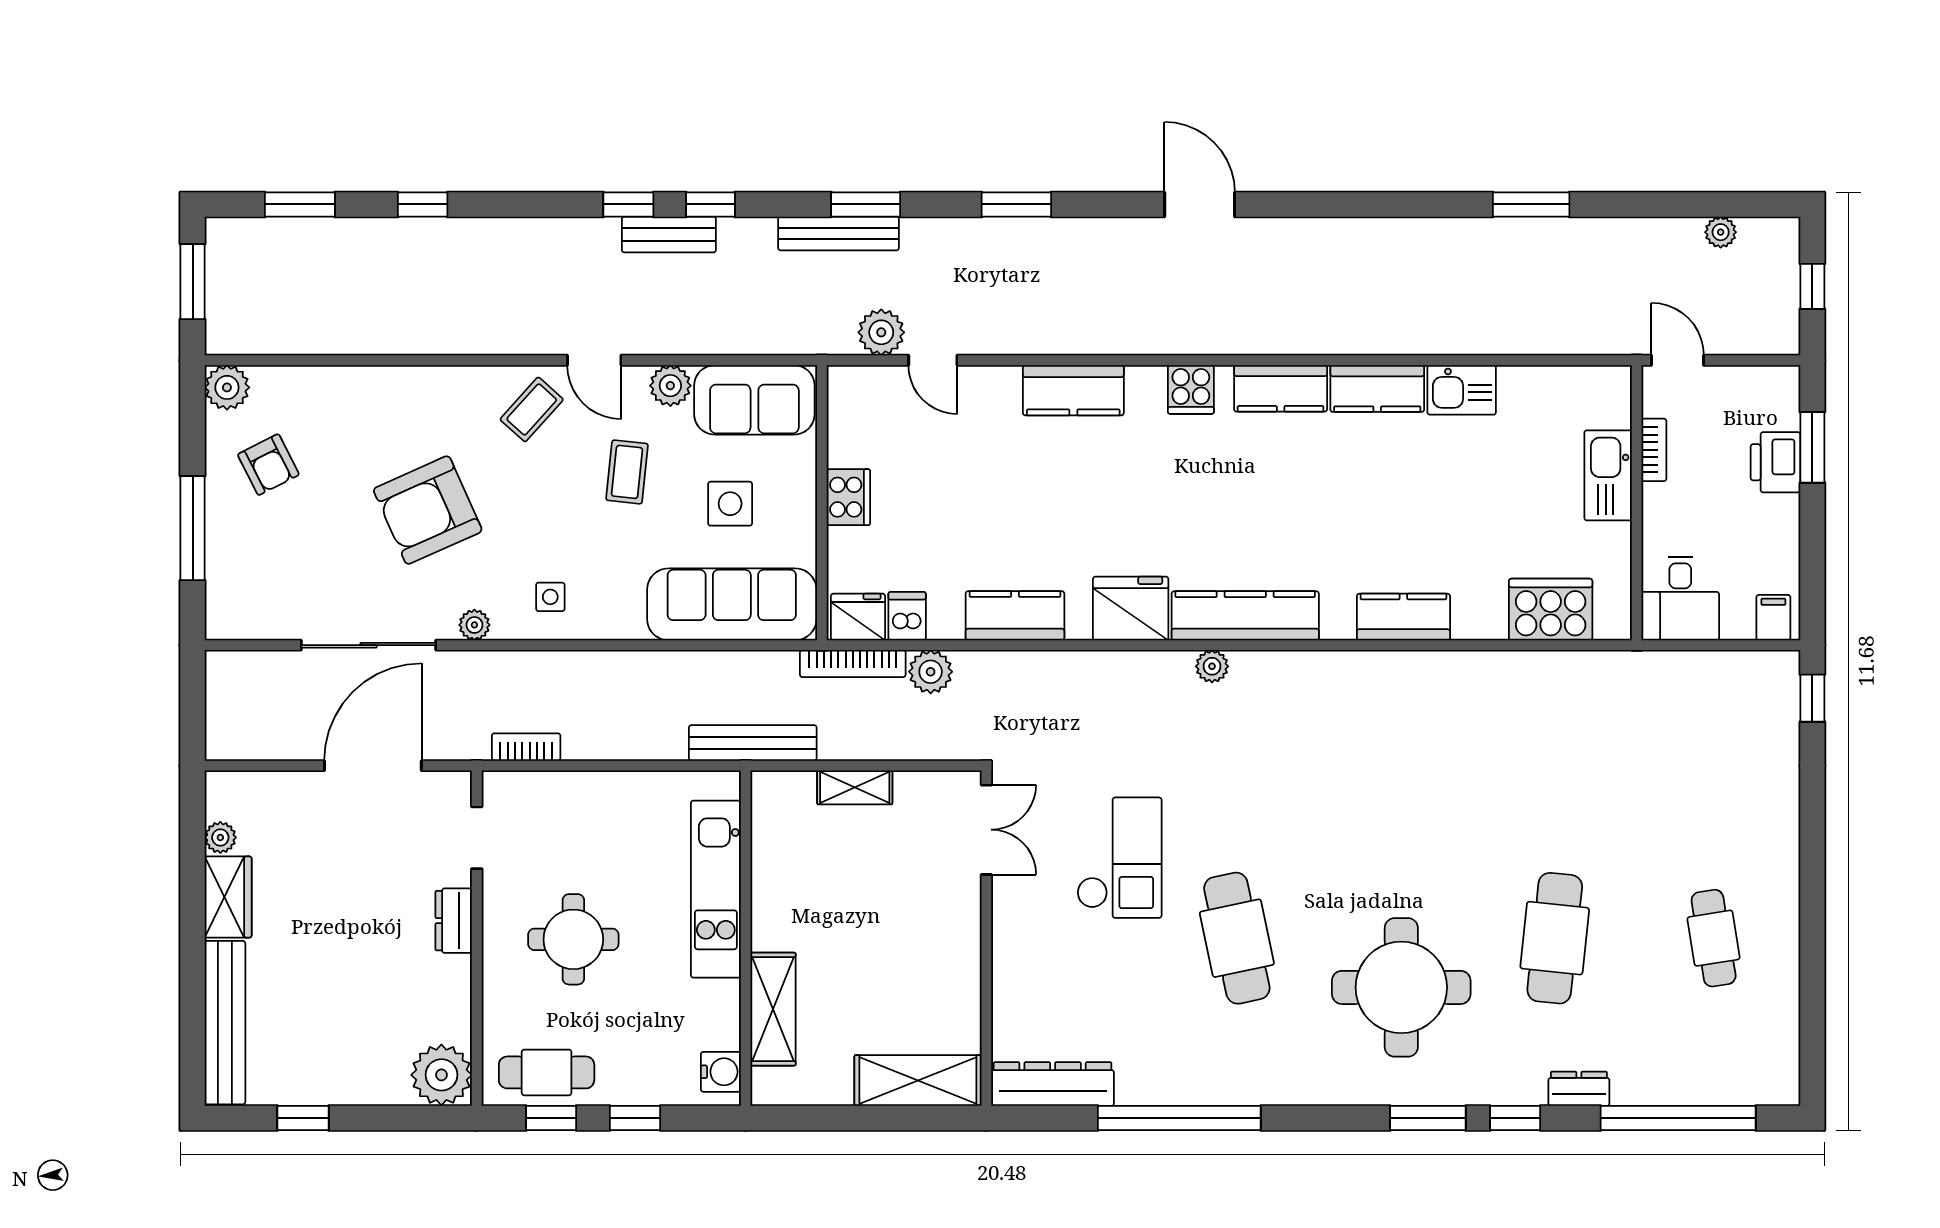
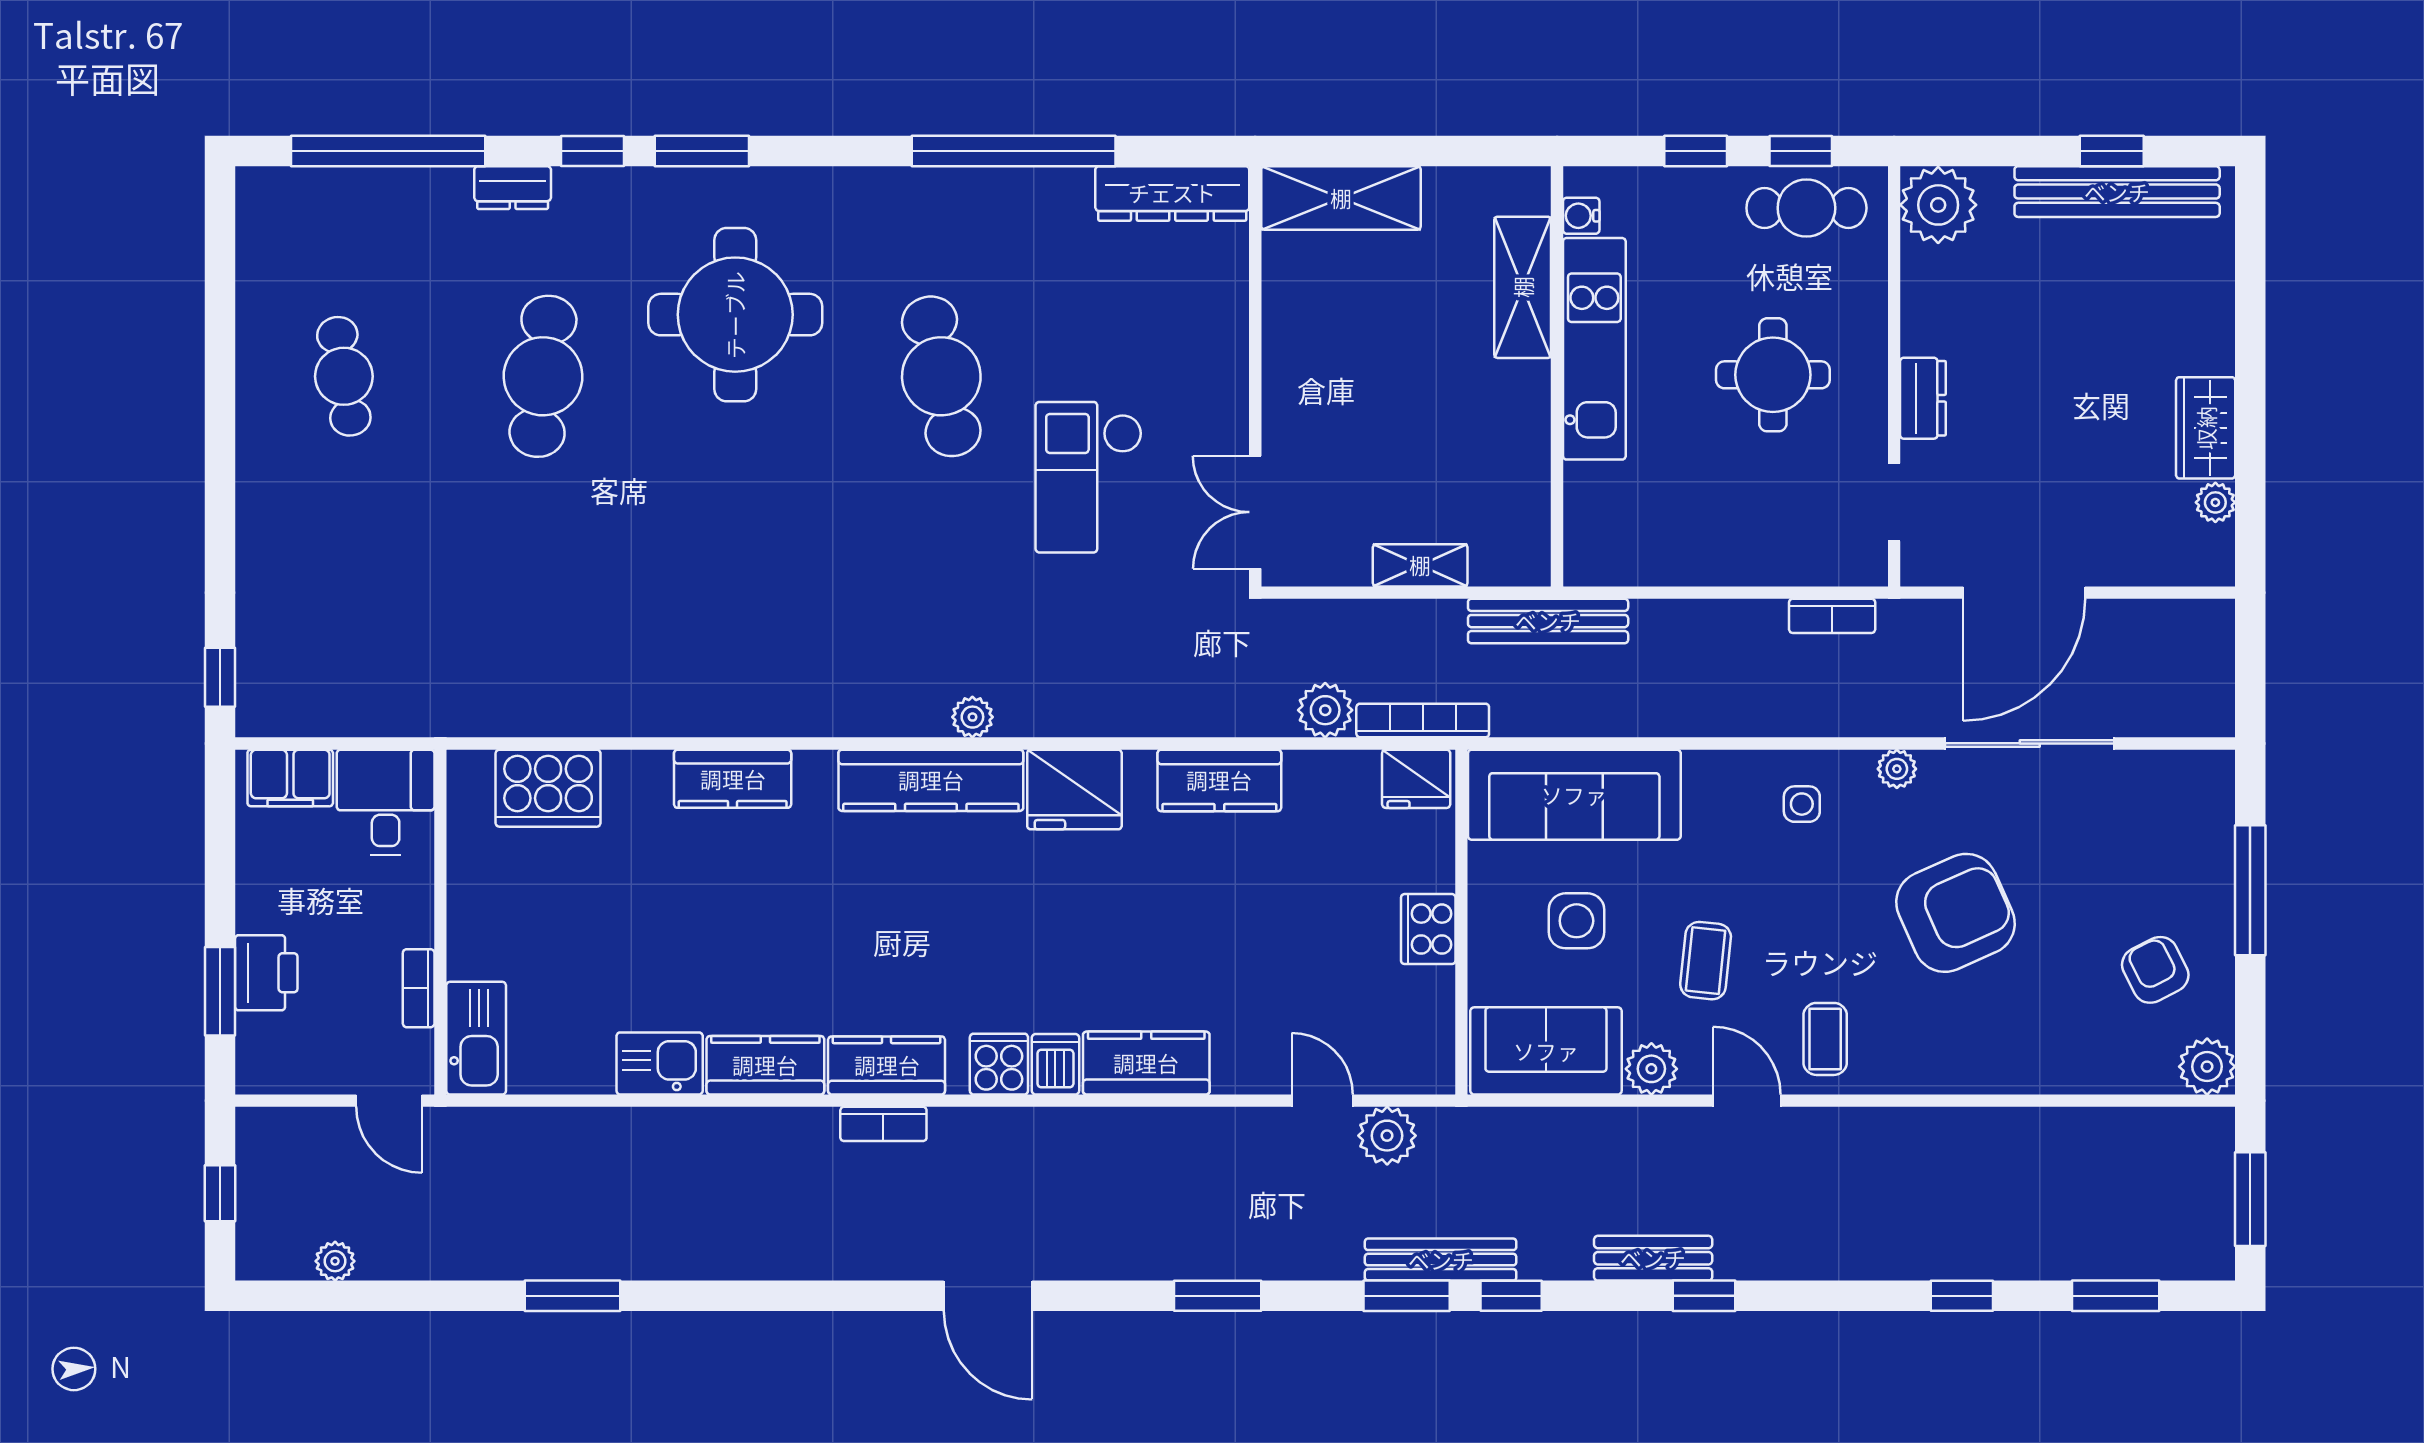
window: (711, 204) -> (1511, 1296), moved
bookcase: (1283, 342) -> (883, 1124), added
coffee table: (532, 409) -> (1825, 1039), turned -42
kitchen sink: (1608, 475) -> (476, 1038), moved
dishwasher: (907, 616) -> (1055, 1064), moved, turned 180
filing cabinet: (1773, 618) -> (290, 778), width x2.00
kitchen unit: (716, 889) -> (1594, 349), moved
bench: (225, 1023) -> (2117, 192), moved, turned 90
water cooler: (721, 1072) -> (1581, 216), width x0.72, depth x0.72

